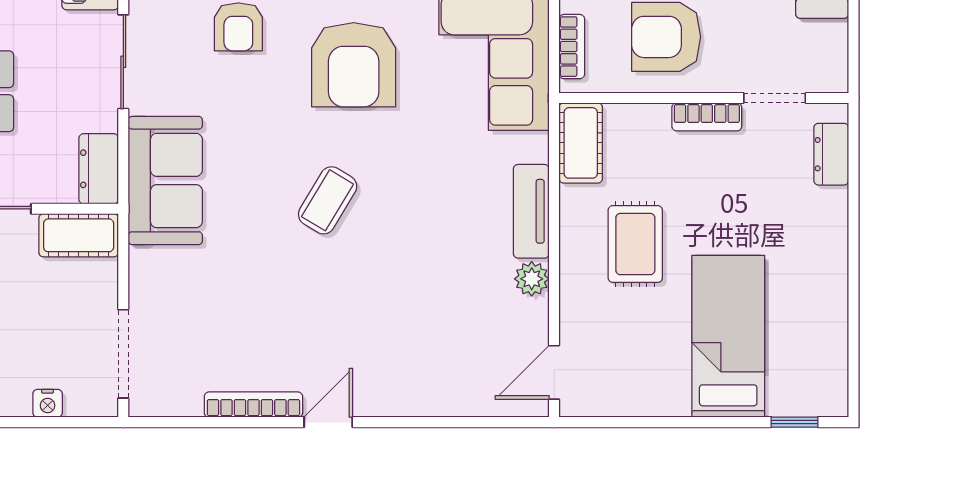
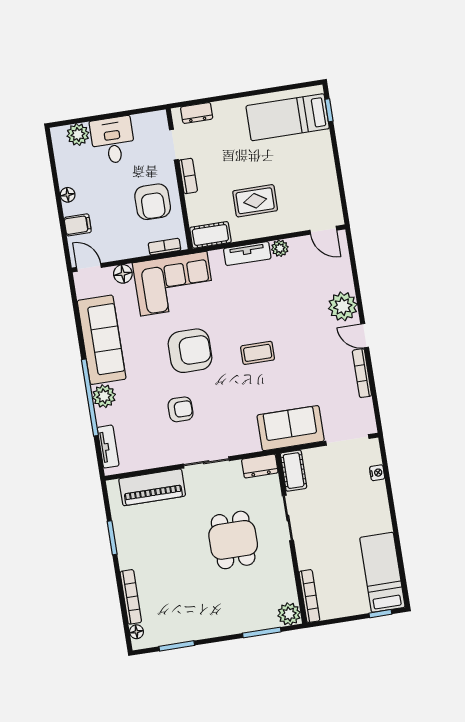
sofa: (165, 180) -> (291, 428), moved
coffee table: (328, 200) -> (258, 353), turned -31
bed: (728, 336) -> (288, 117), moved
plant: (394, 387) -> (343, 306), added

